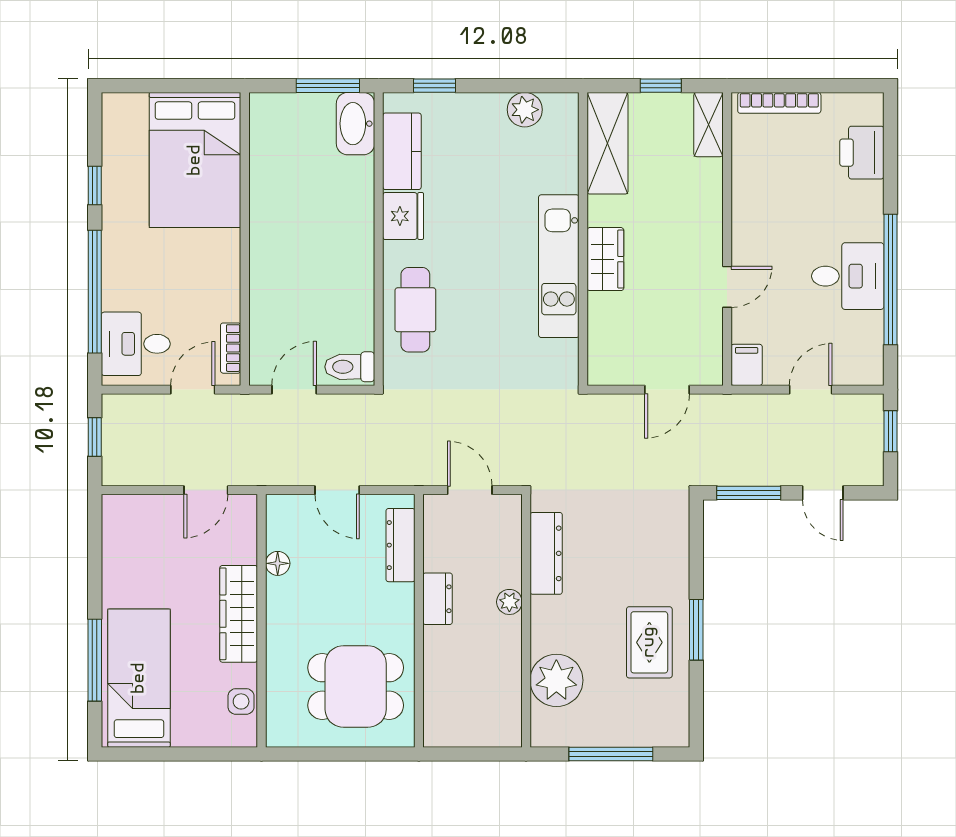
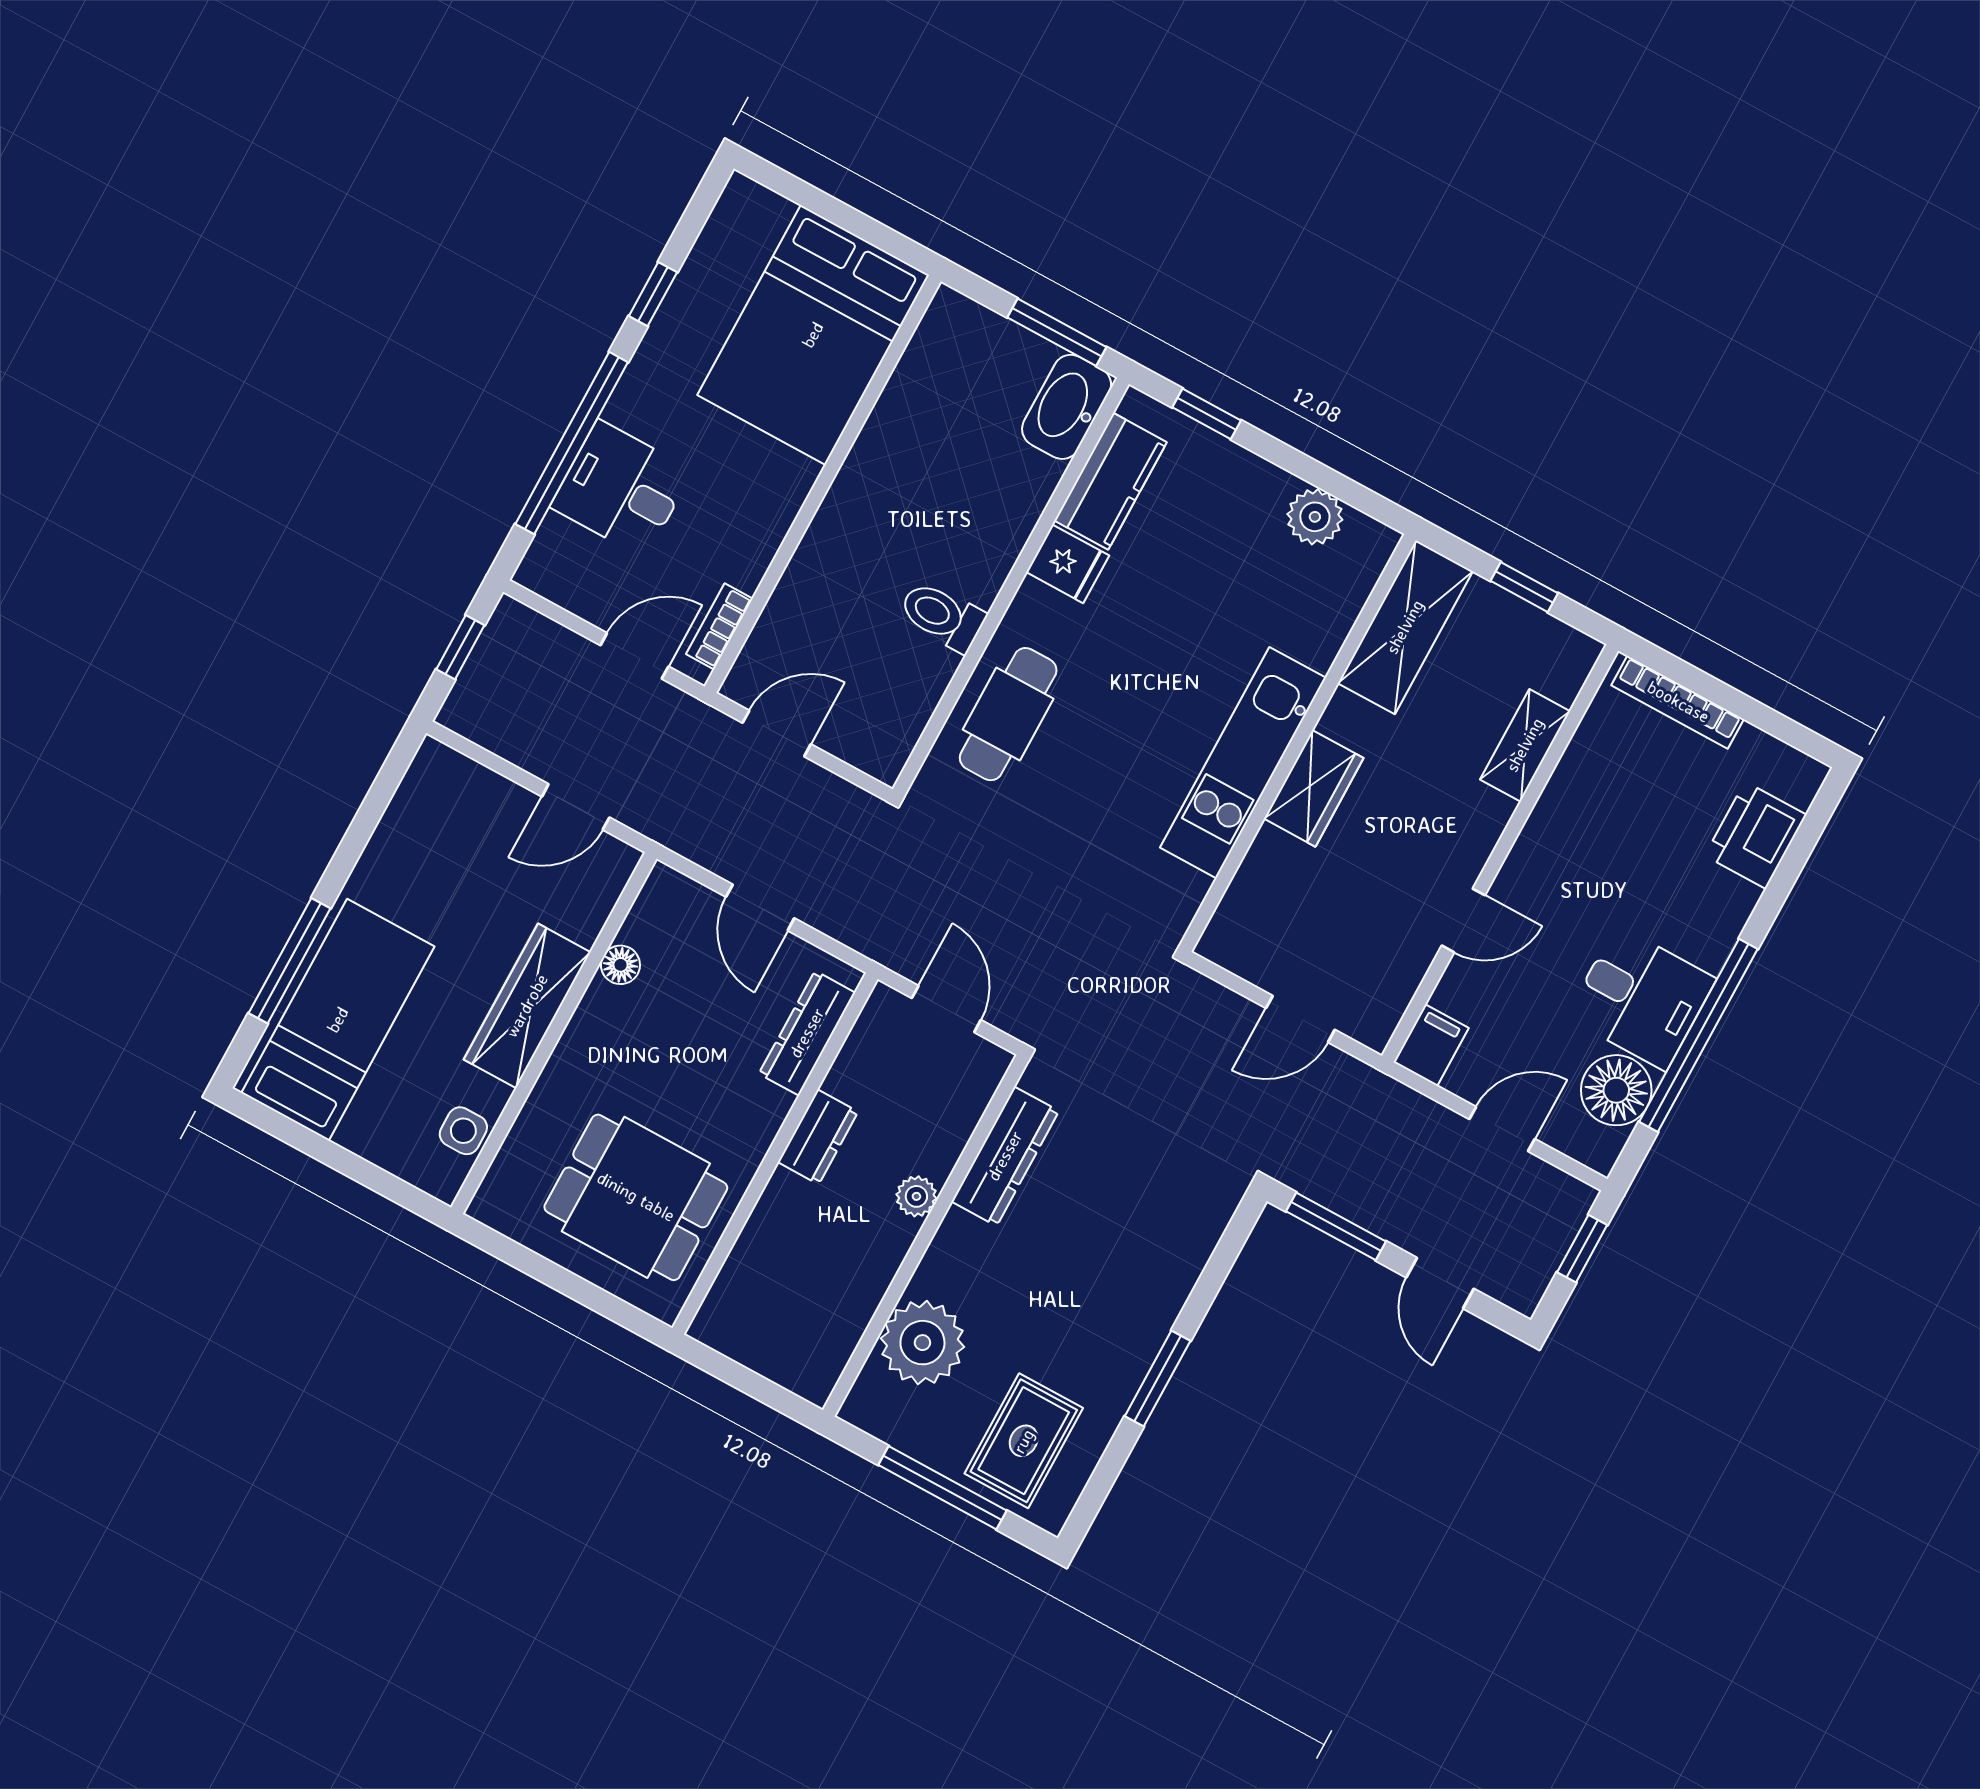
shelving: (708, 125) -> (1525, 745), moved
fridge: (403, 216) -> (1068, 564), width x0.72
floor lamp: (862, 334) -> (1616, 1090), added
desk: (136, 344) -> (622, 489), moved
toilet: (350, 367) -> (942, 616), moved
rug: (649, 642) -> (1024, 1441), moved

